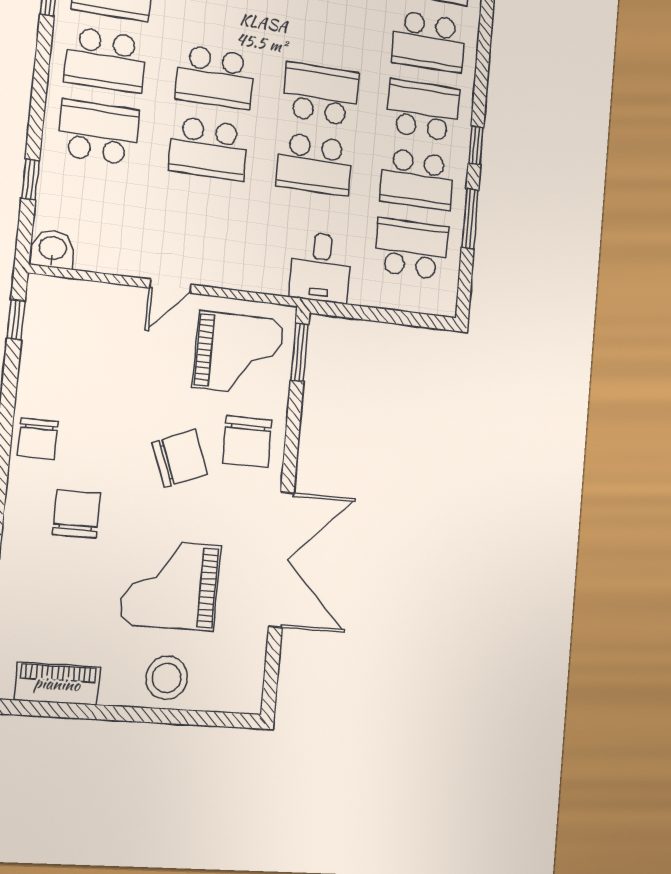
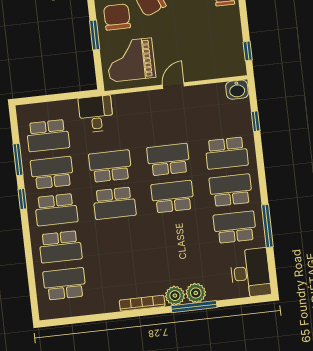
school desk: (429, 42) -> (60, 247), turned 180
window: (300, 352) -> (95, 35), moved

